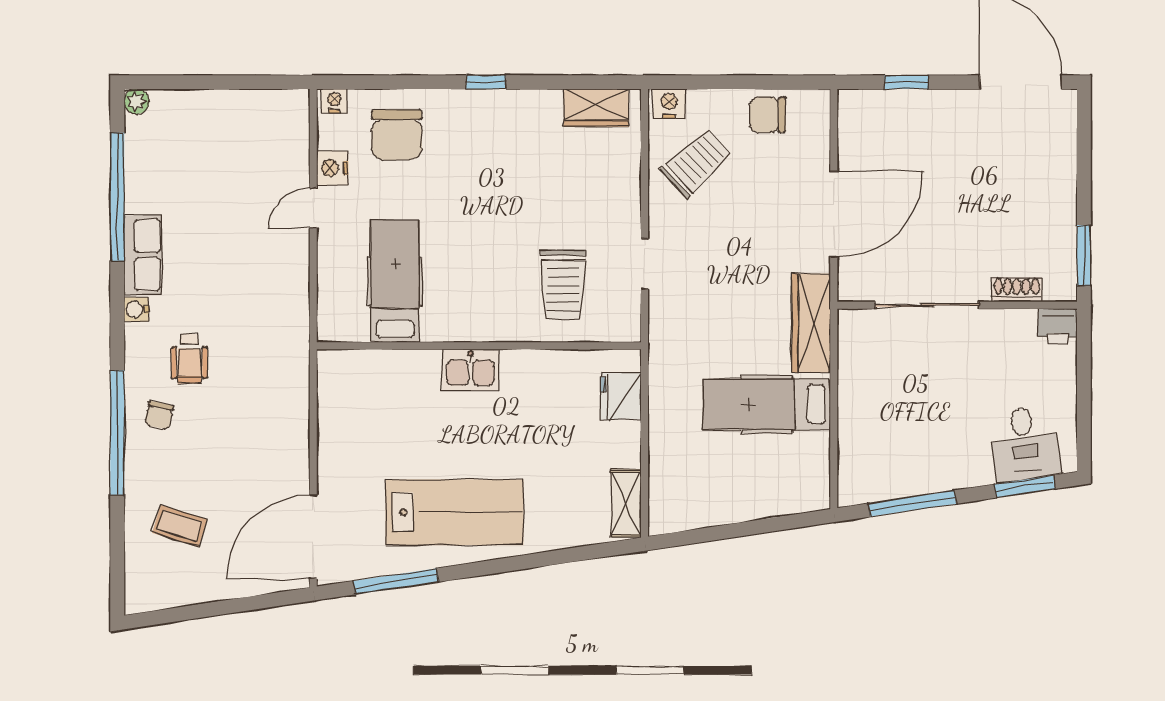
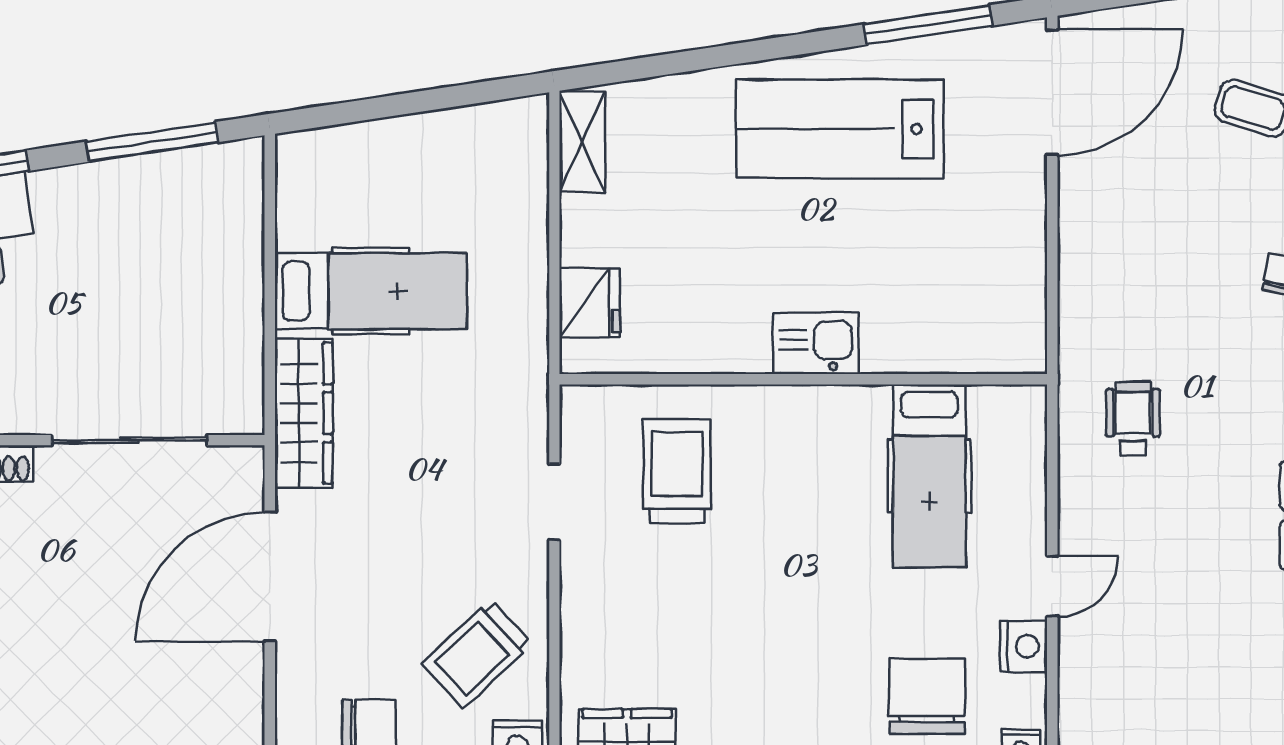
wheelchair: (189, 359) -> (1133, 419), moved

